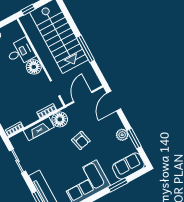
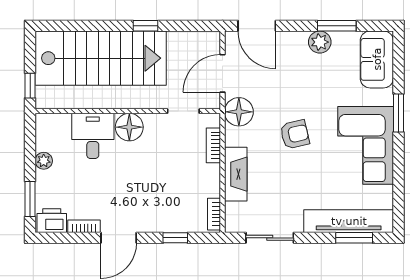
window: (86, 49) -> (146, 26), width x0.46
door: (83, 97) -> (222, 73), hinge flipped
floor lamp: (60, 119) -> (239, 112), moved
armchair: (81, 140) -> (295, 134), moved
window: (118, 185) -> (399, 113), moved

